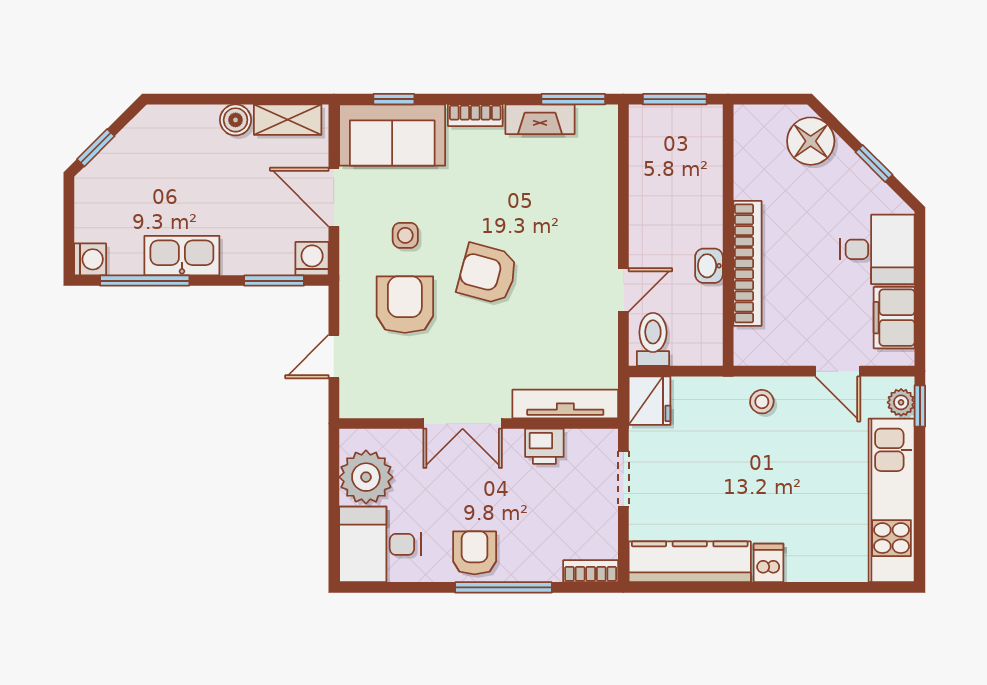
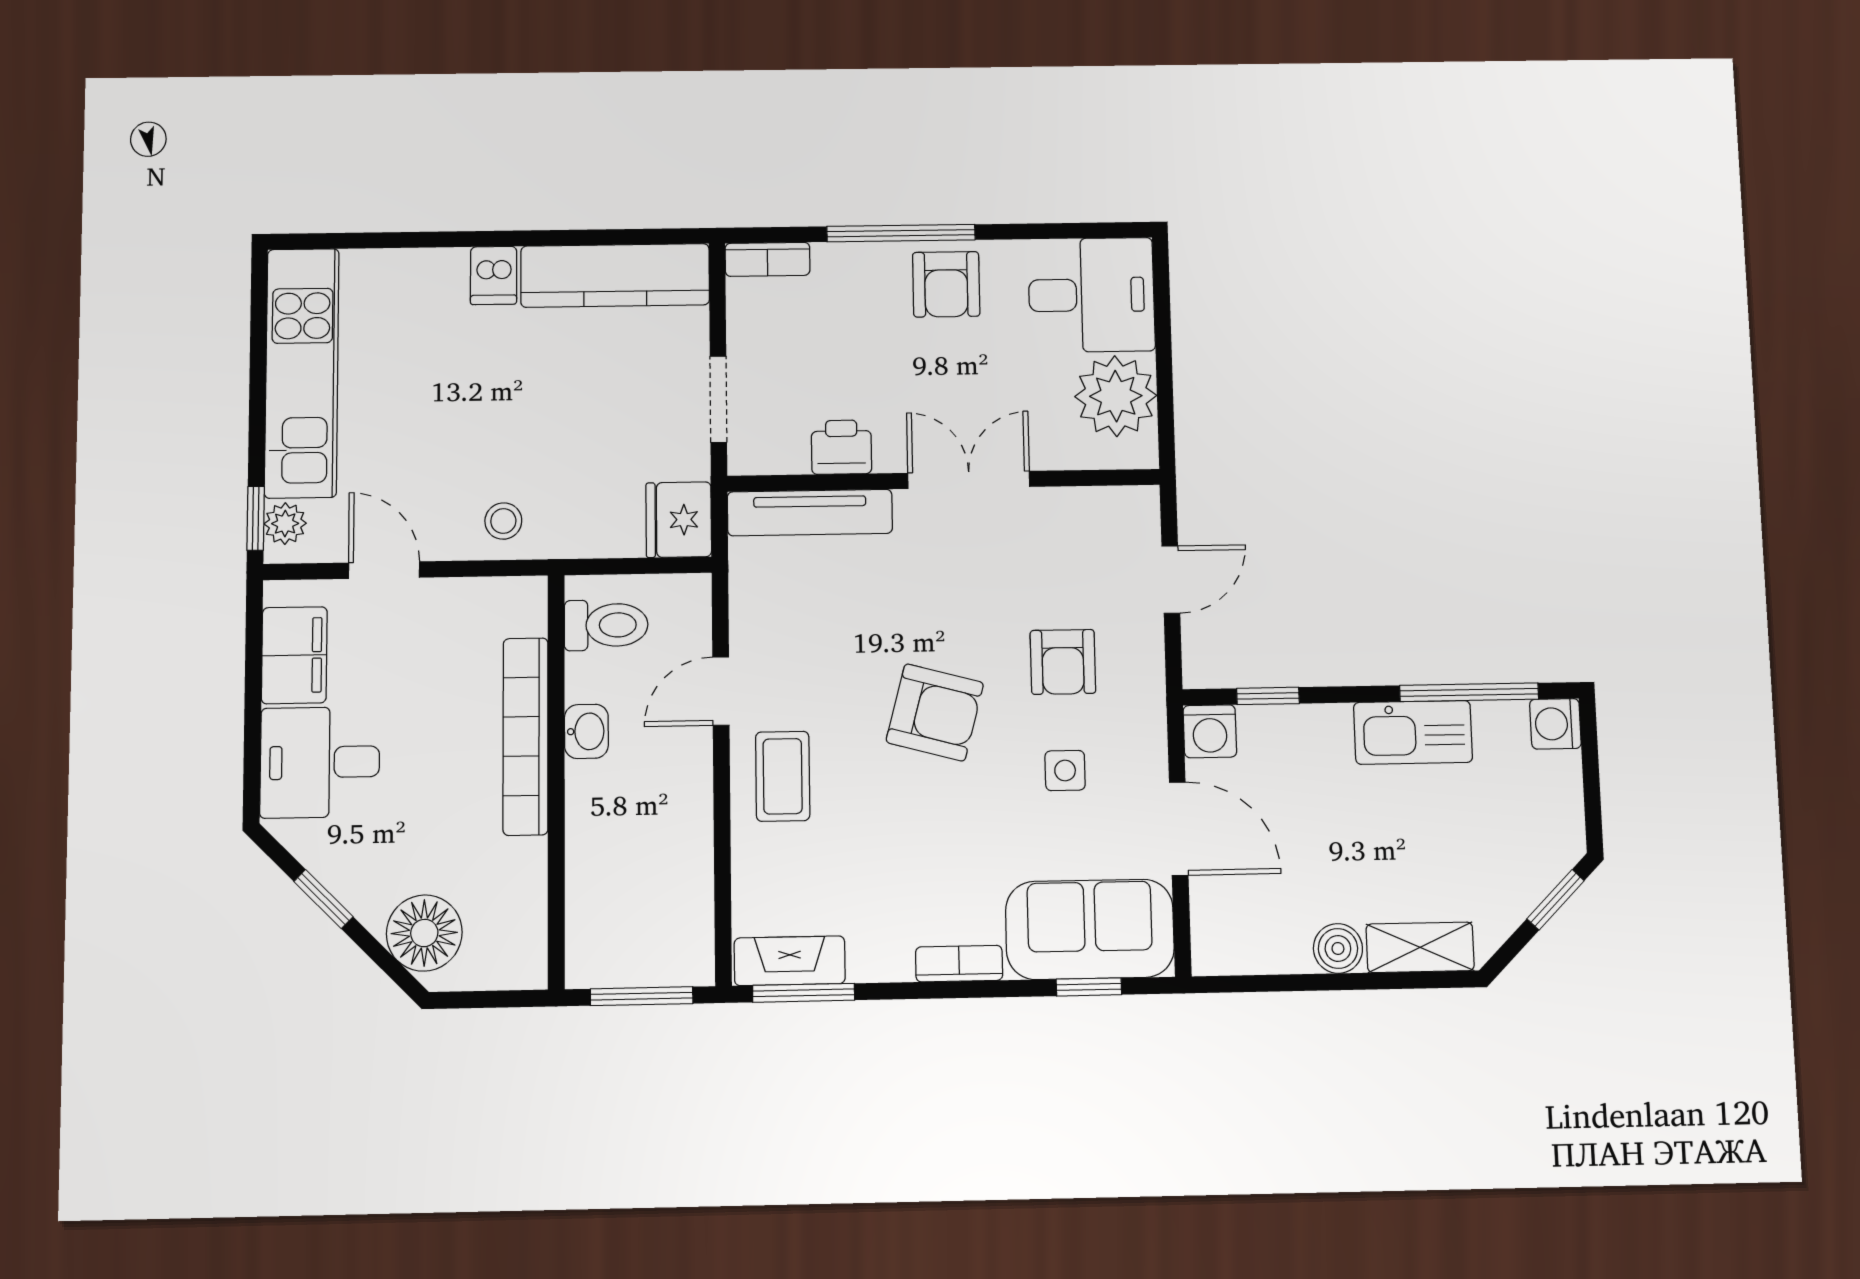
fireplace: (540, 119) -> (790, 961), moved
shelving: (288, 120) -> (1420, 947), moved
coffee table: (585, 235) -> (783, 776), added
window: (274, 281) -> (1268, 696), width x0.67
armchair: (405, 305) -> (1063, 662), width x0.72, depth x0.72
toilet: (653, 339) -> (606, 625), moved, turned -90

